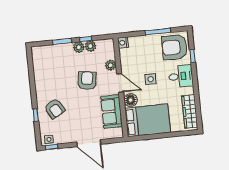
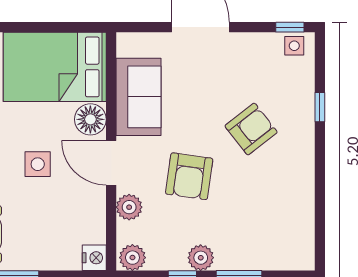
plant: (90, 46) -> (132, 258), moved
armchair: (55, 109) -> (251, 129), moved, turned 81

